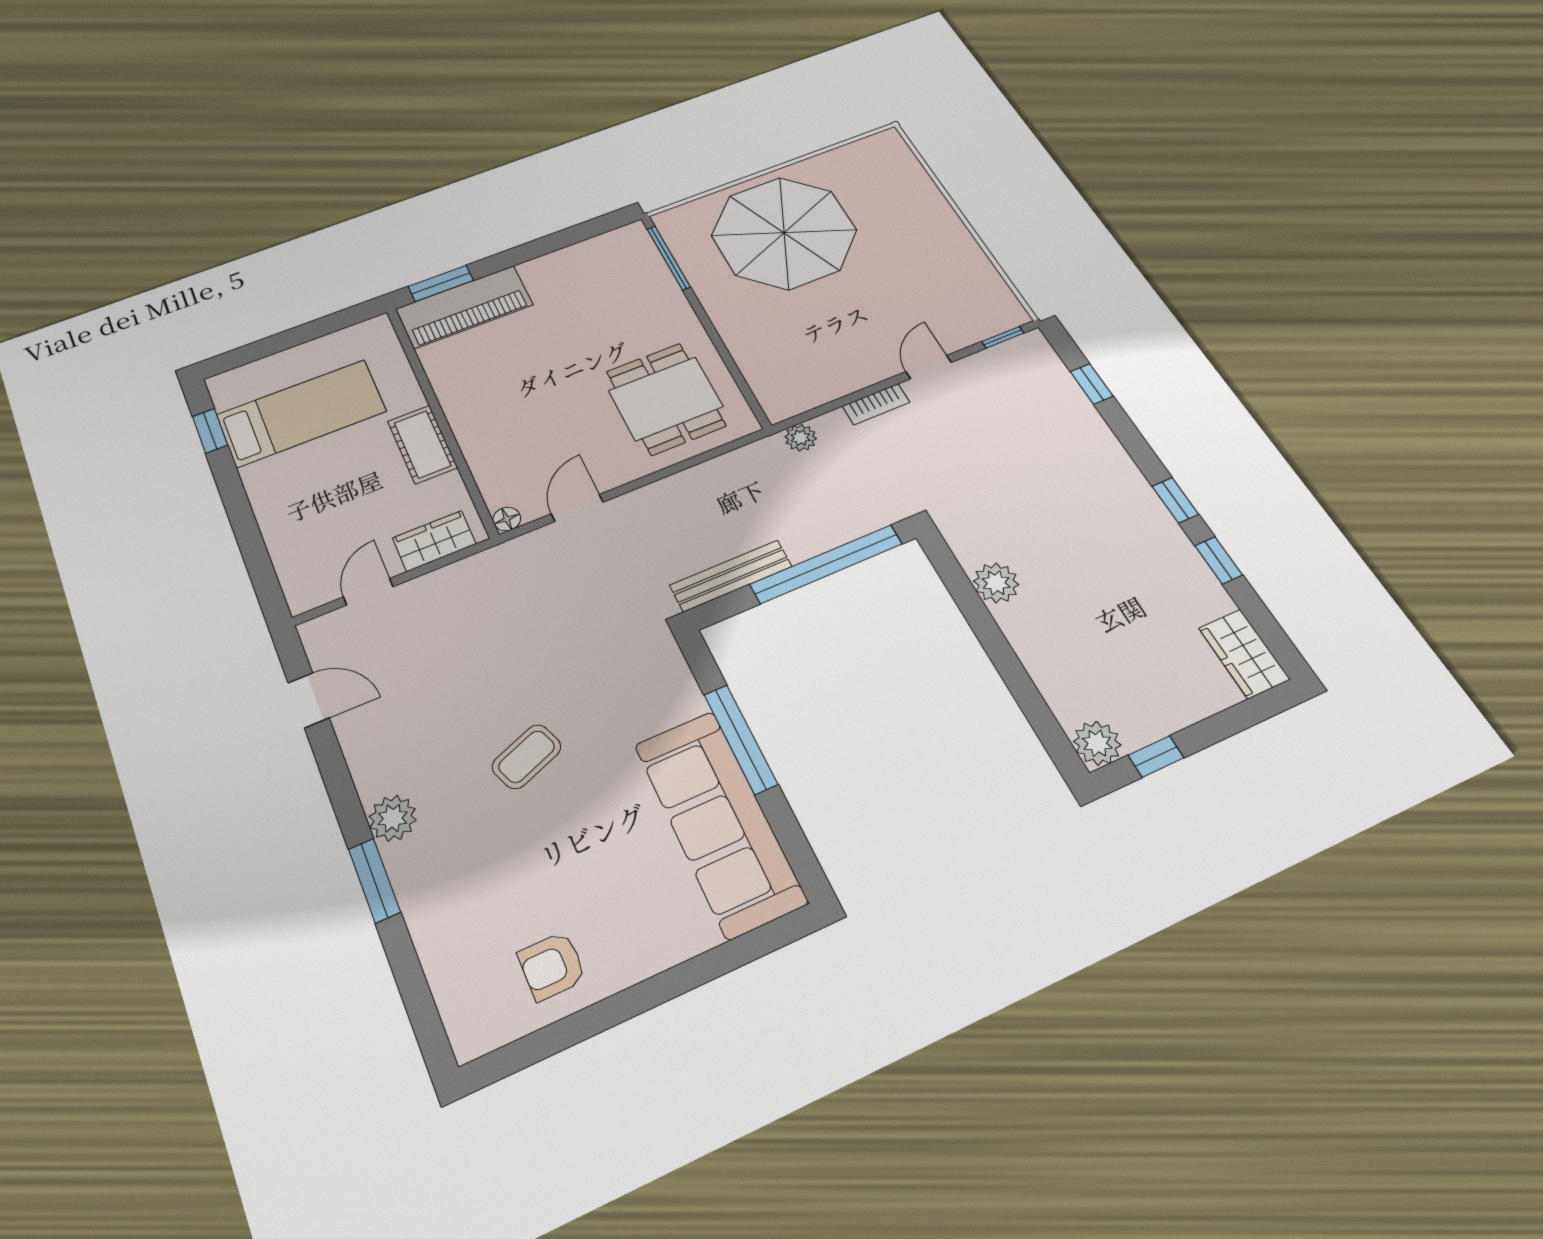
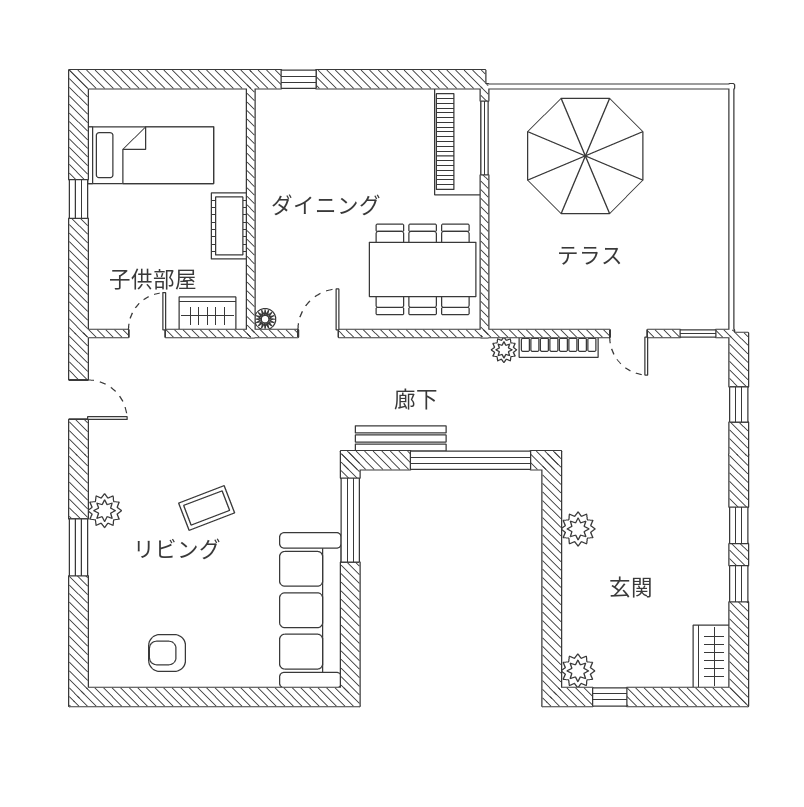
window: (441, 283) -> (299, 79), width x0.67
piano: (465, 307) -> (458, 142), moved, turned 90
door: (929, 367) -> (629, 333), swing flipped
dining table: (666, 399) -> (423, 269), width x1.38
bookcase: (876, 404) -> (559, 347), width x1.56
window: (210, 431) -> (78, 199), moved
window: (741, 739) -> (350, 520), moved

